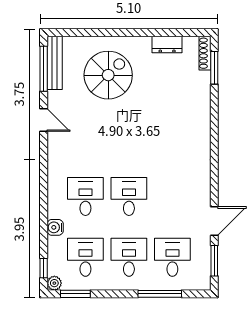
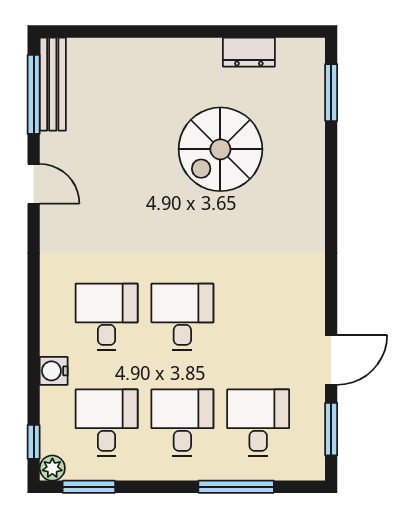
shoe rack: (205, 53) -> (315, 67), removed
spiral stairs: (108, 75) -> (220, 149), moved, turned 180

